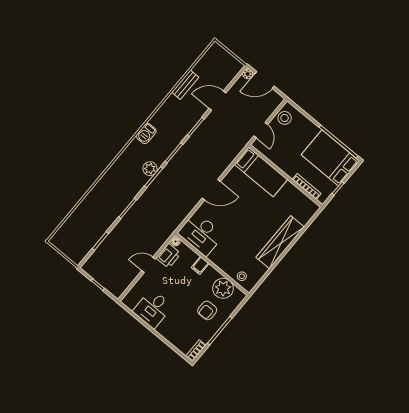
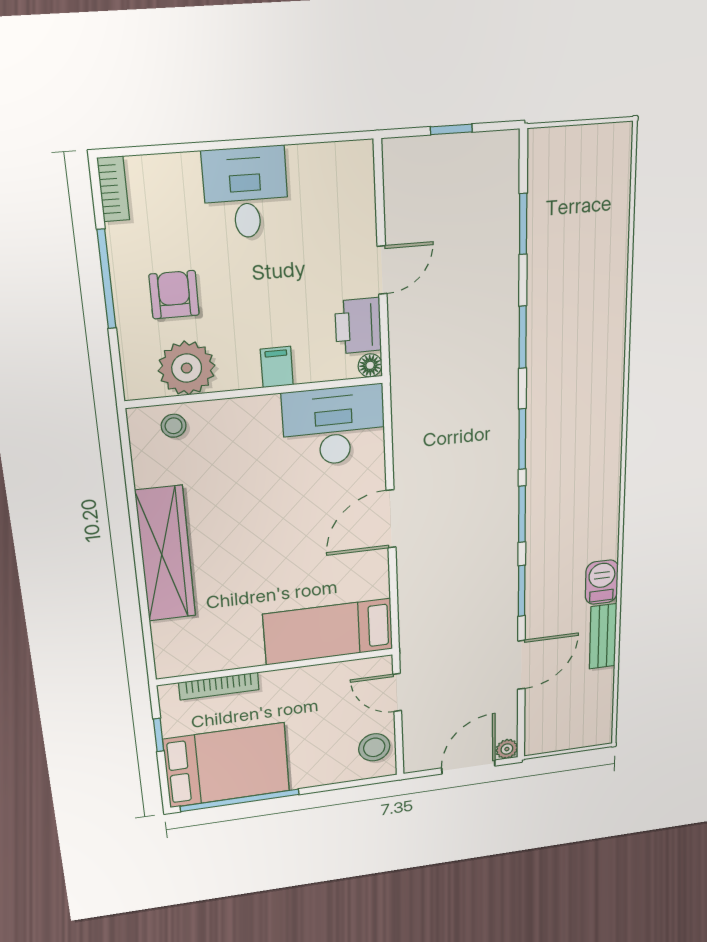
barbecue: (146, 134) -> (602, 582), moved
plant: (150, 169) -> (543, 447), removed
desk: (153, 309) -> (246, 193), moved

